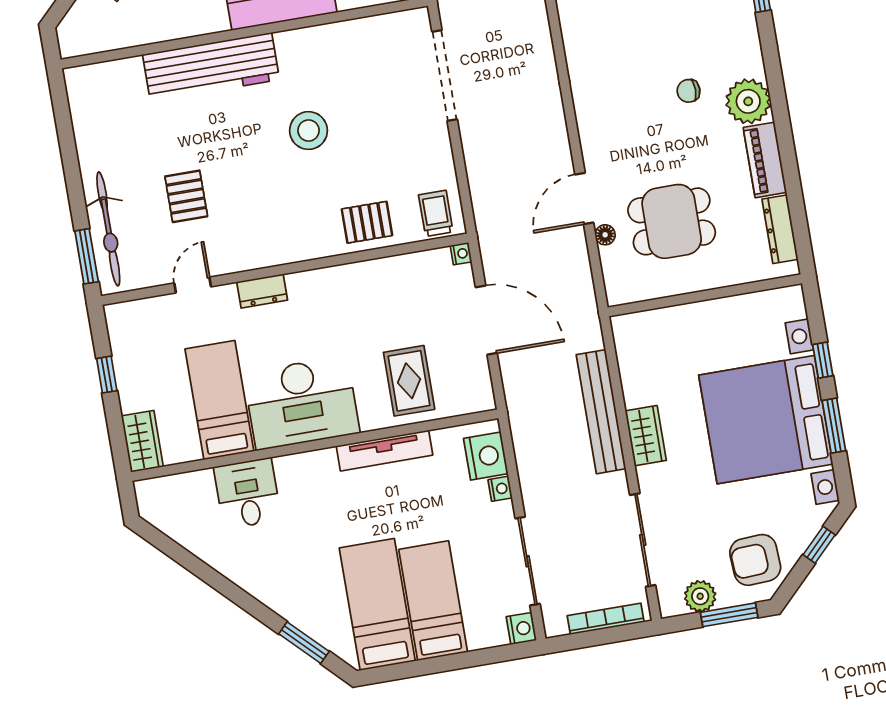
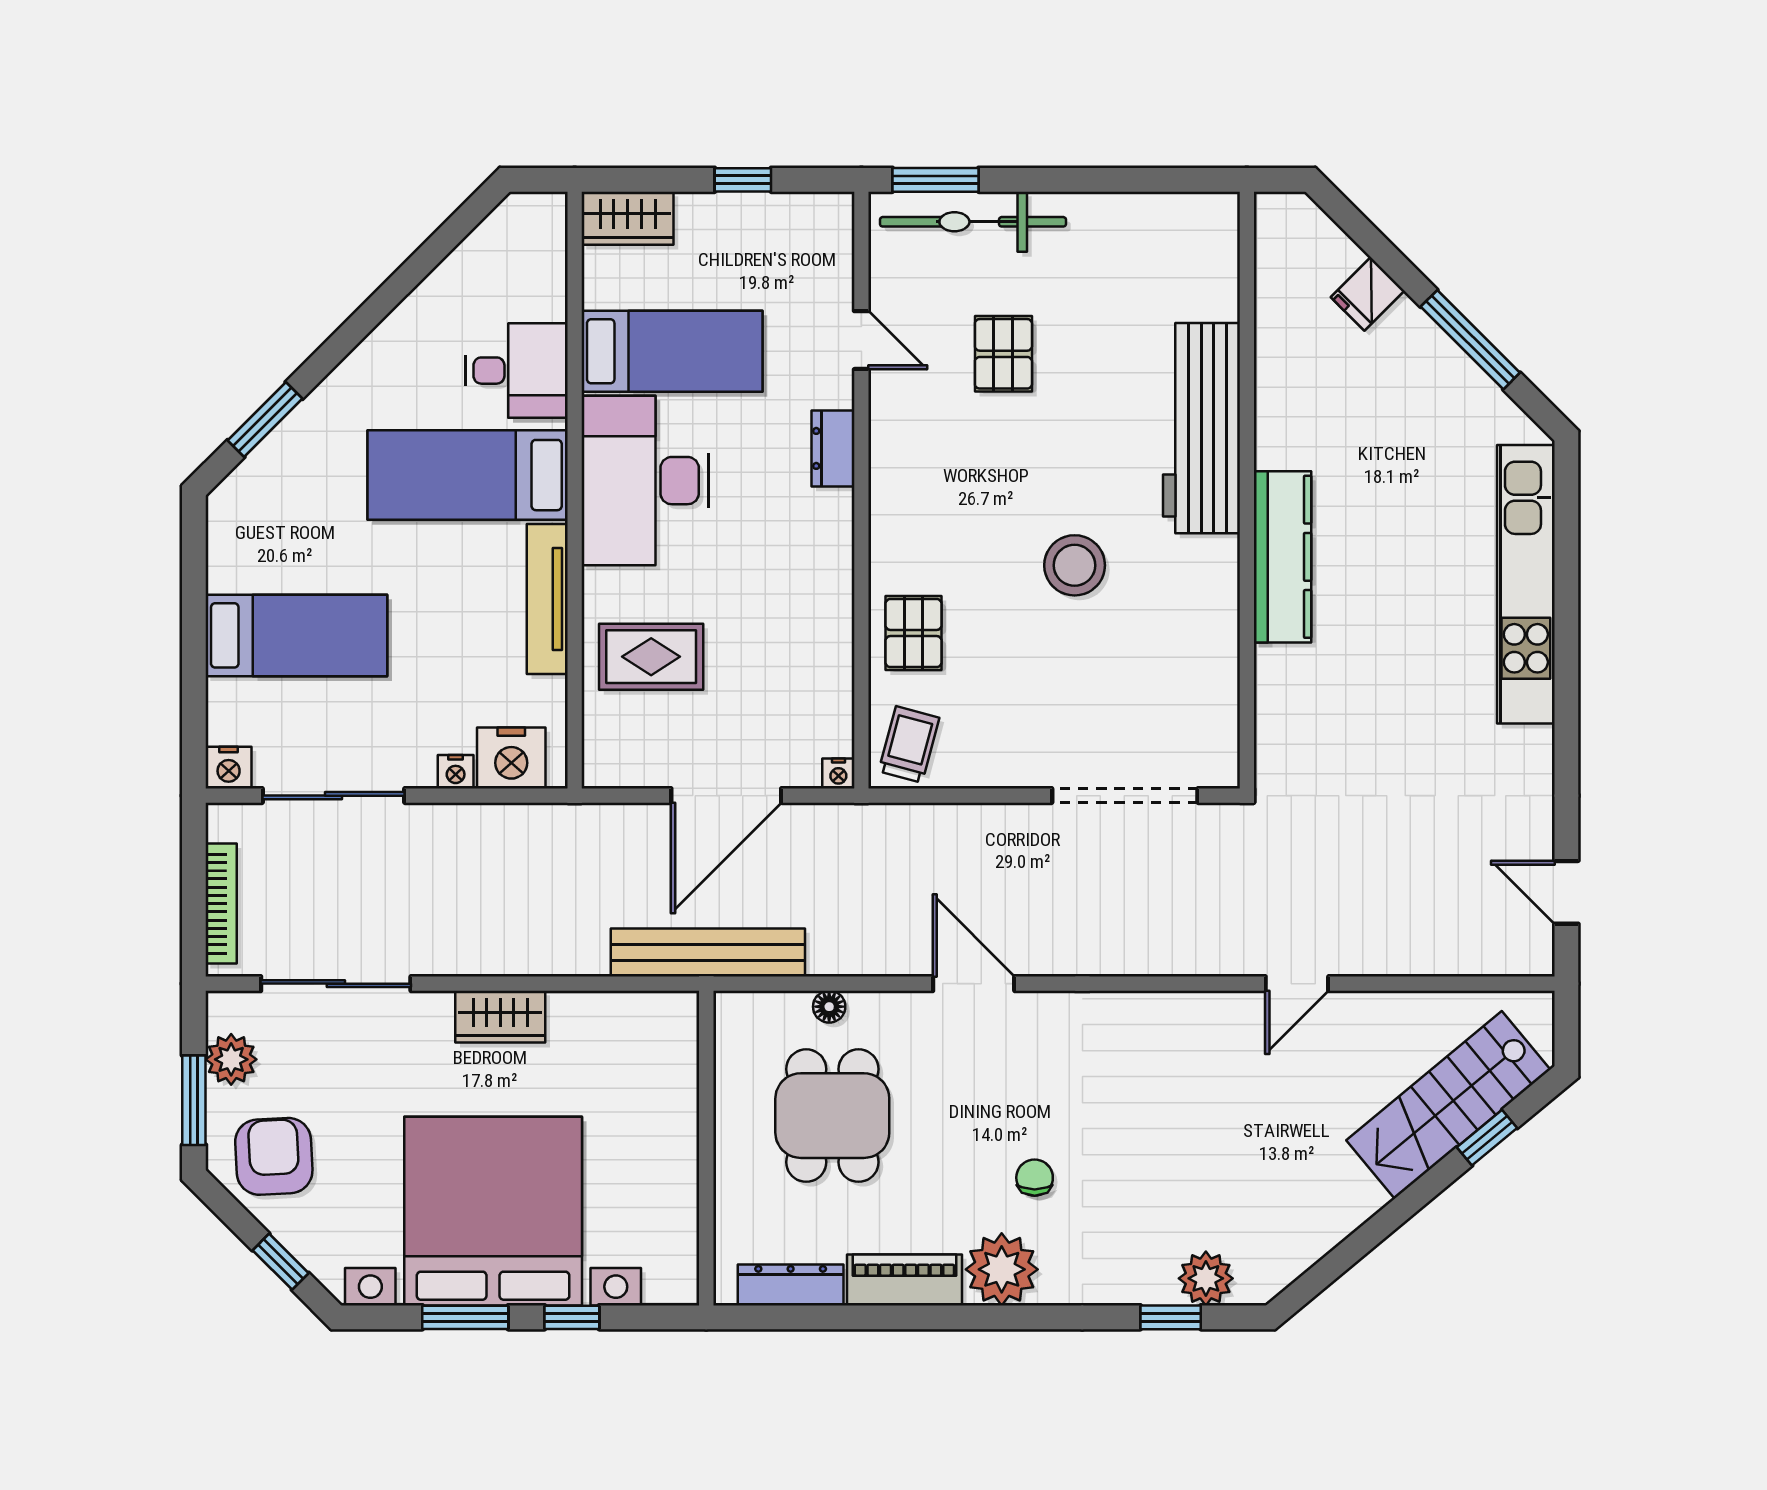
pallet: (186, 196) -> (1003, 354), turned 90
door: (584, 198) -> (974, 984), moved
trolley: (436, 213) -> (909, 744), turned -75
bench: (601, 412) -> (708, 952), moved
bed: (377, 604) -> (468, 475), moved, turned 180

